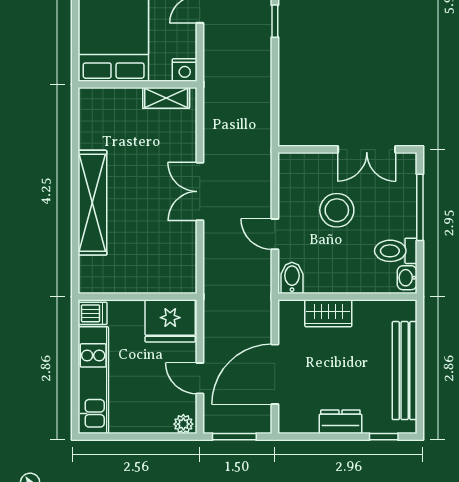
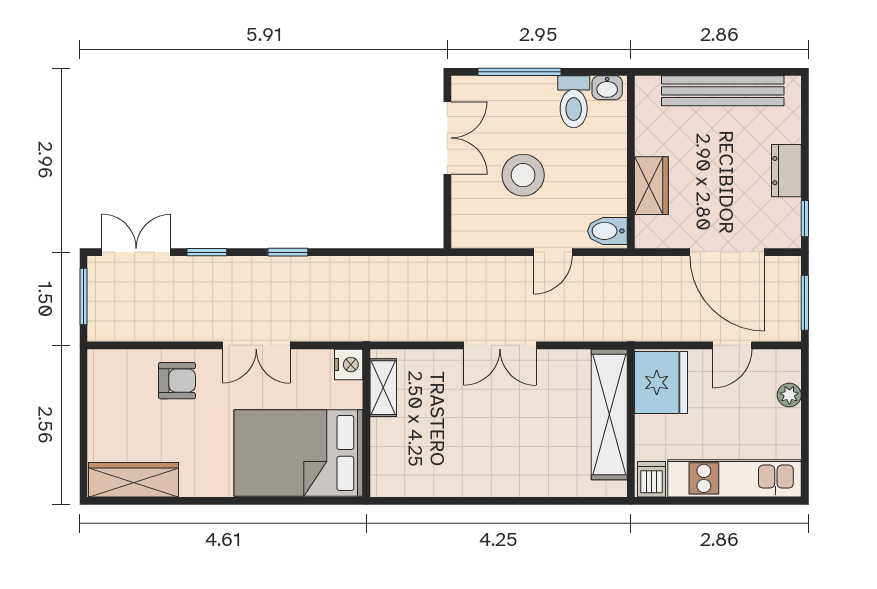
shelving: (92, 203) -> (609, 415), moved, turned 90
plant: (183, 424) -> (789, 395), moved
window: (384, 437) -> (805, 219), moved

